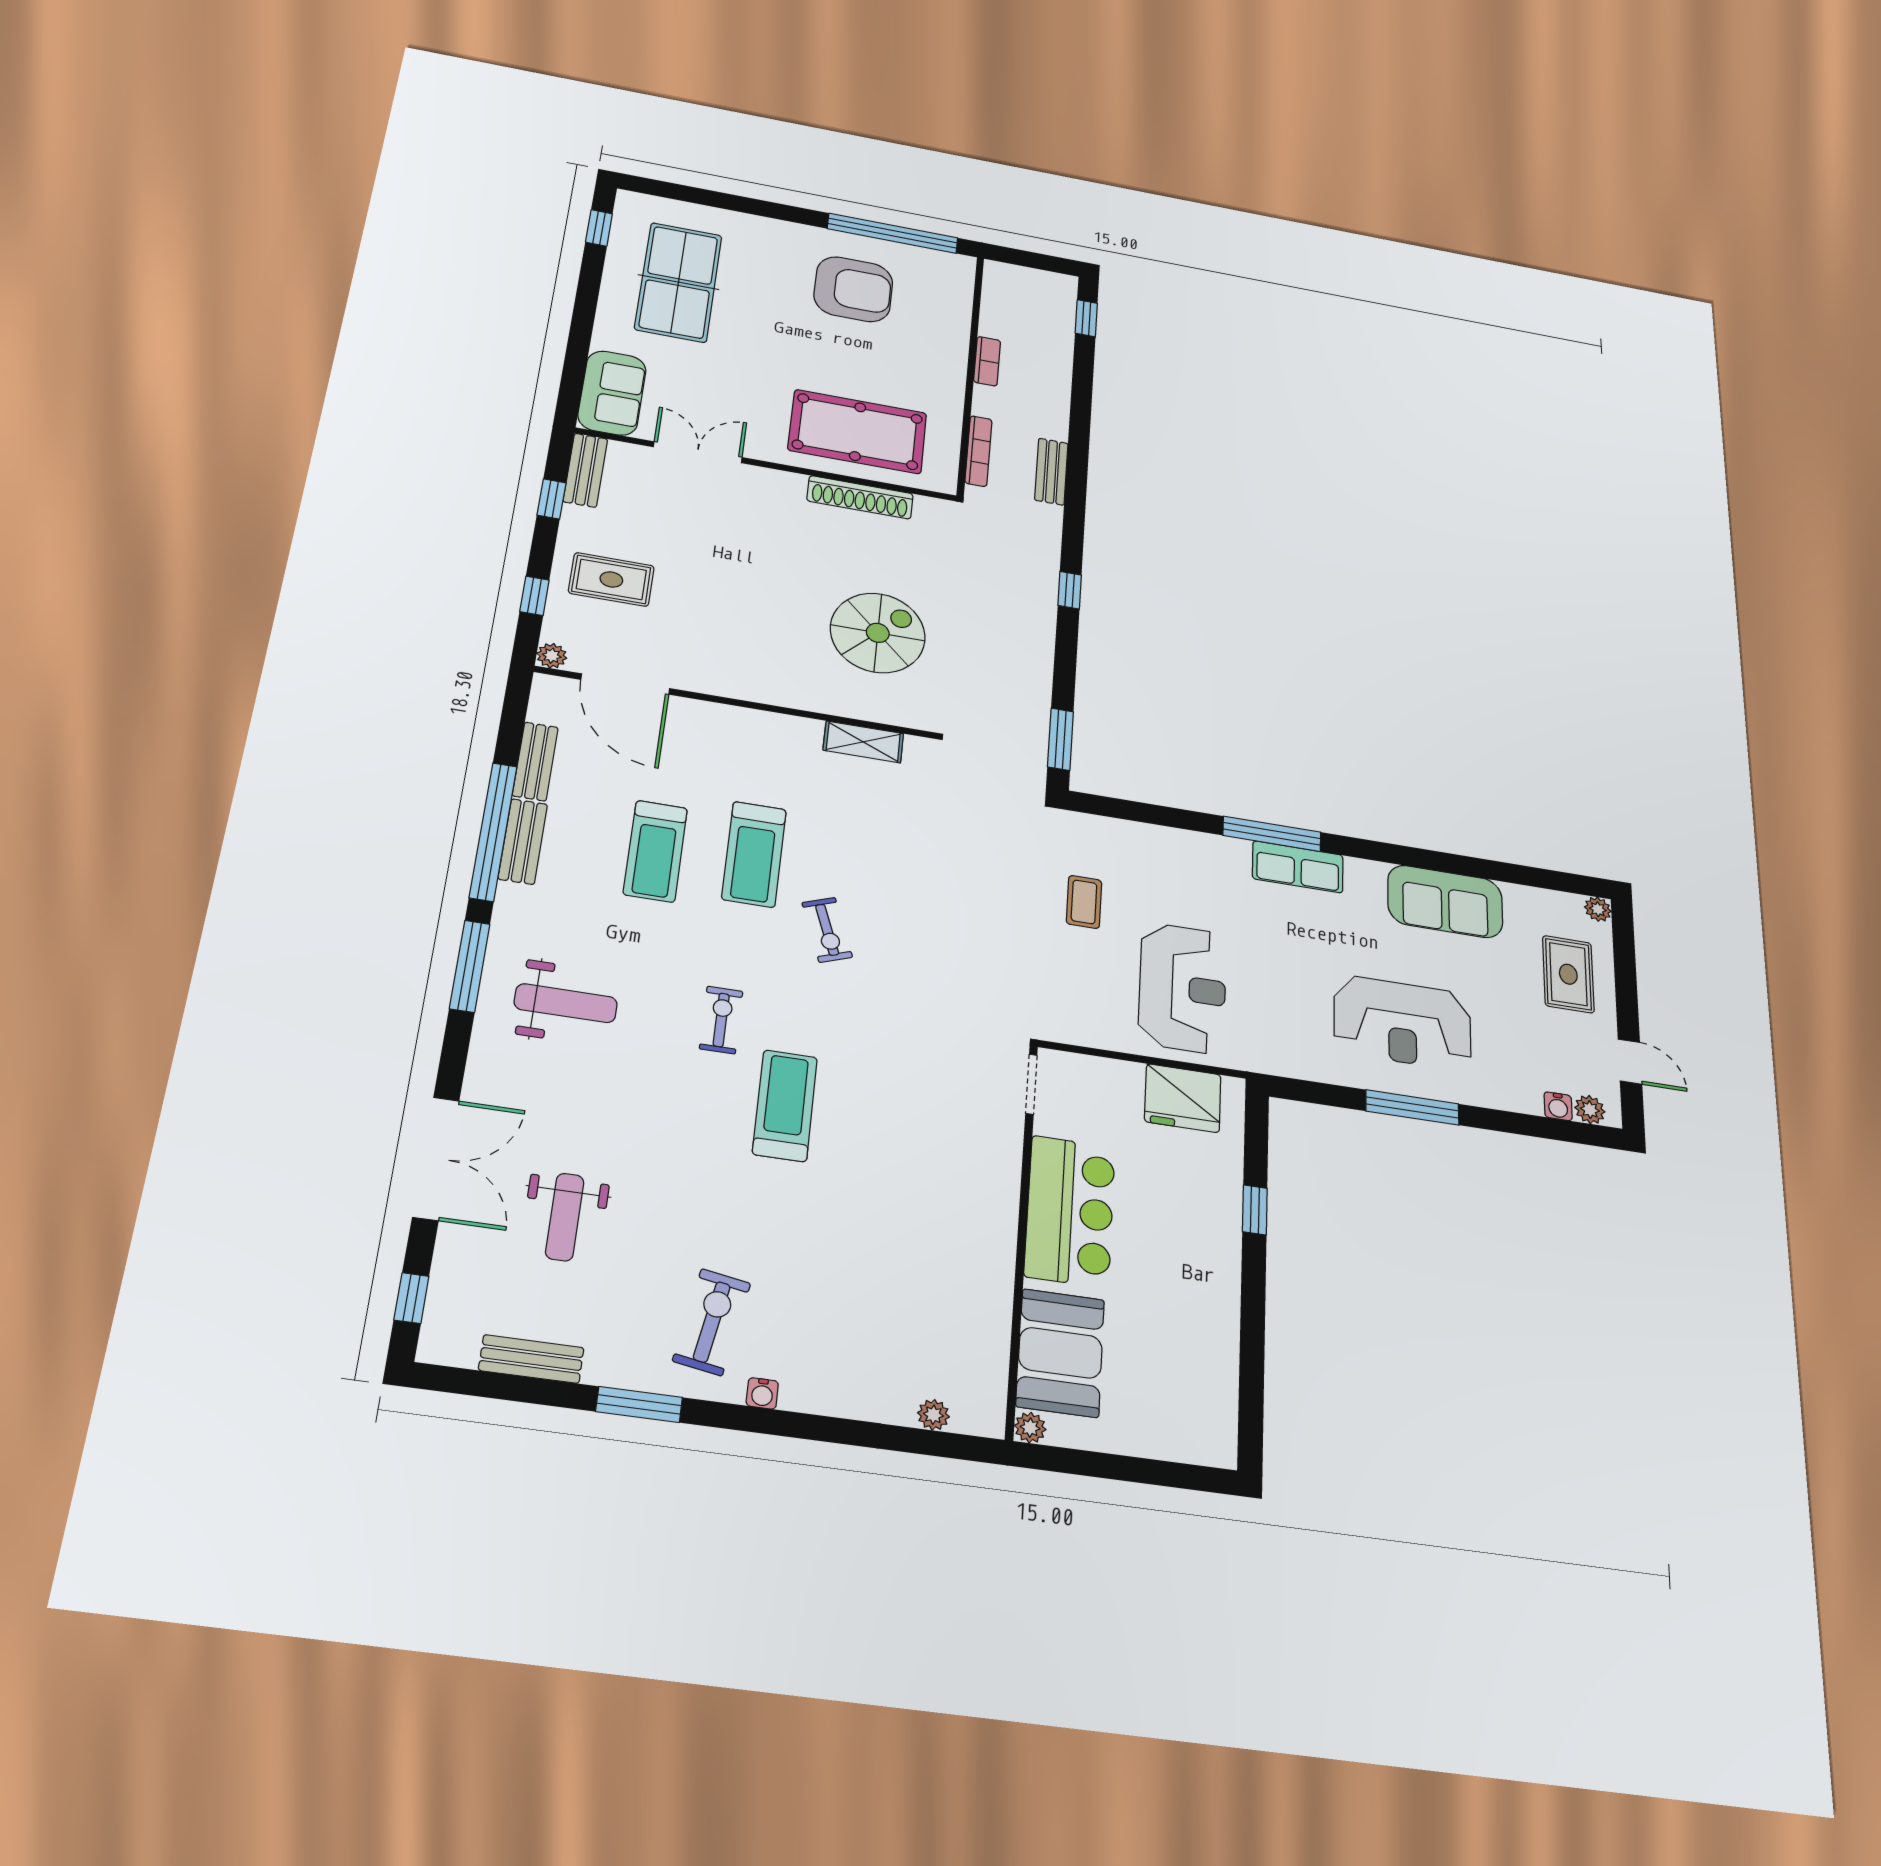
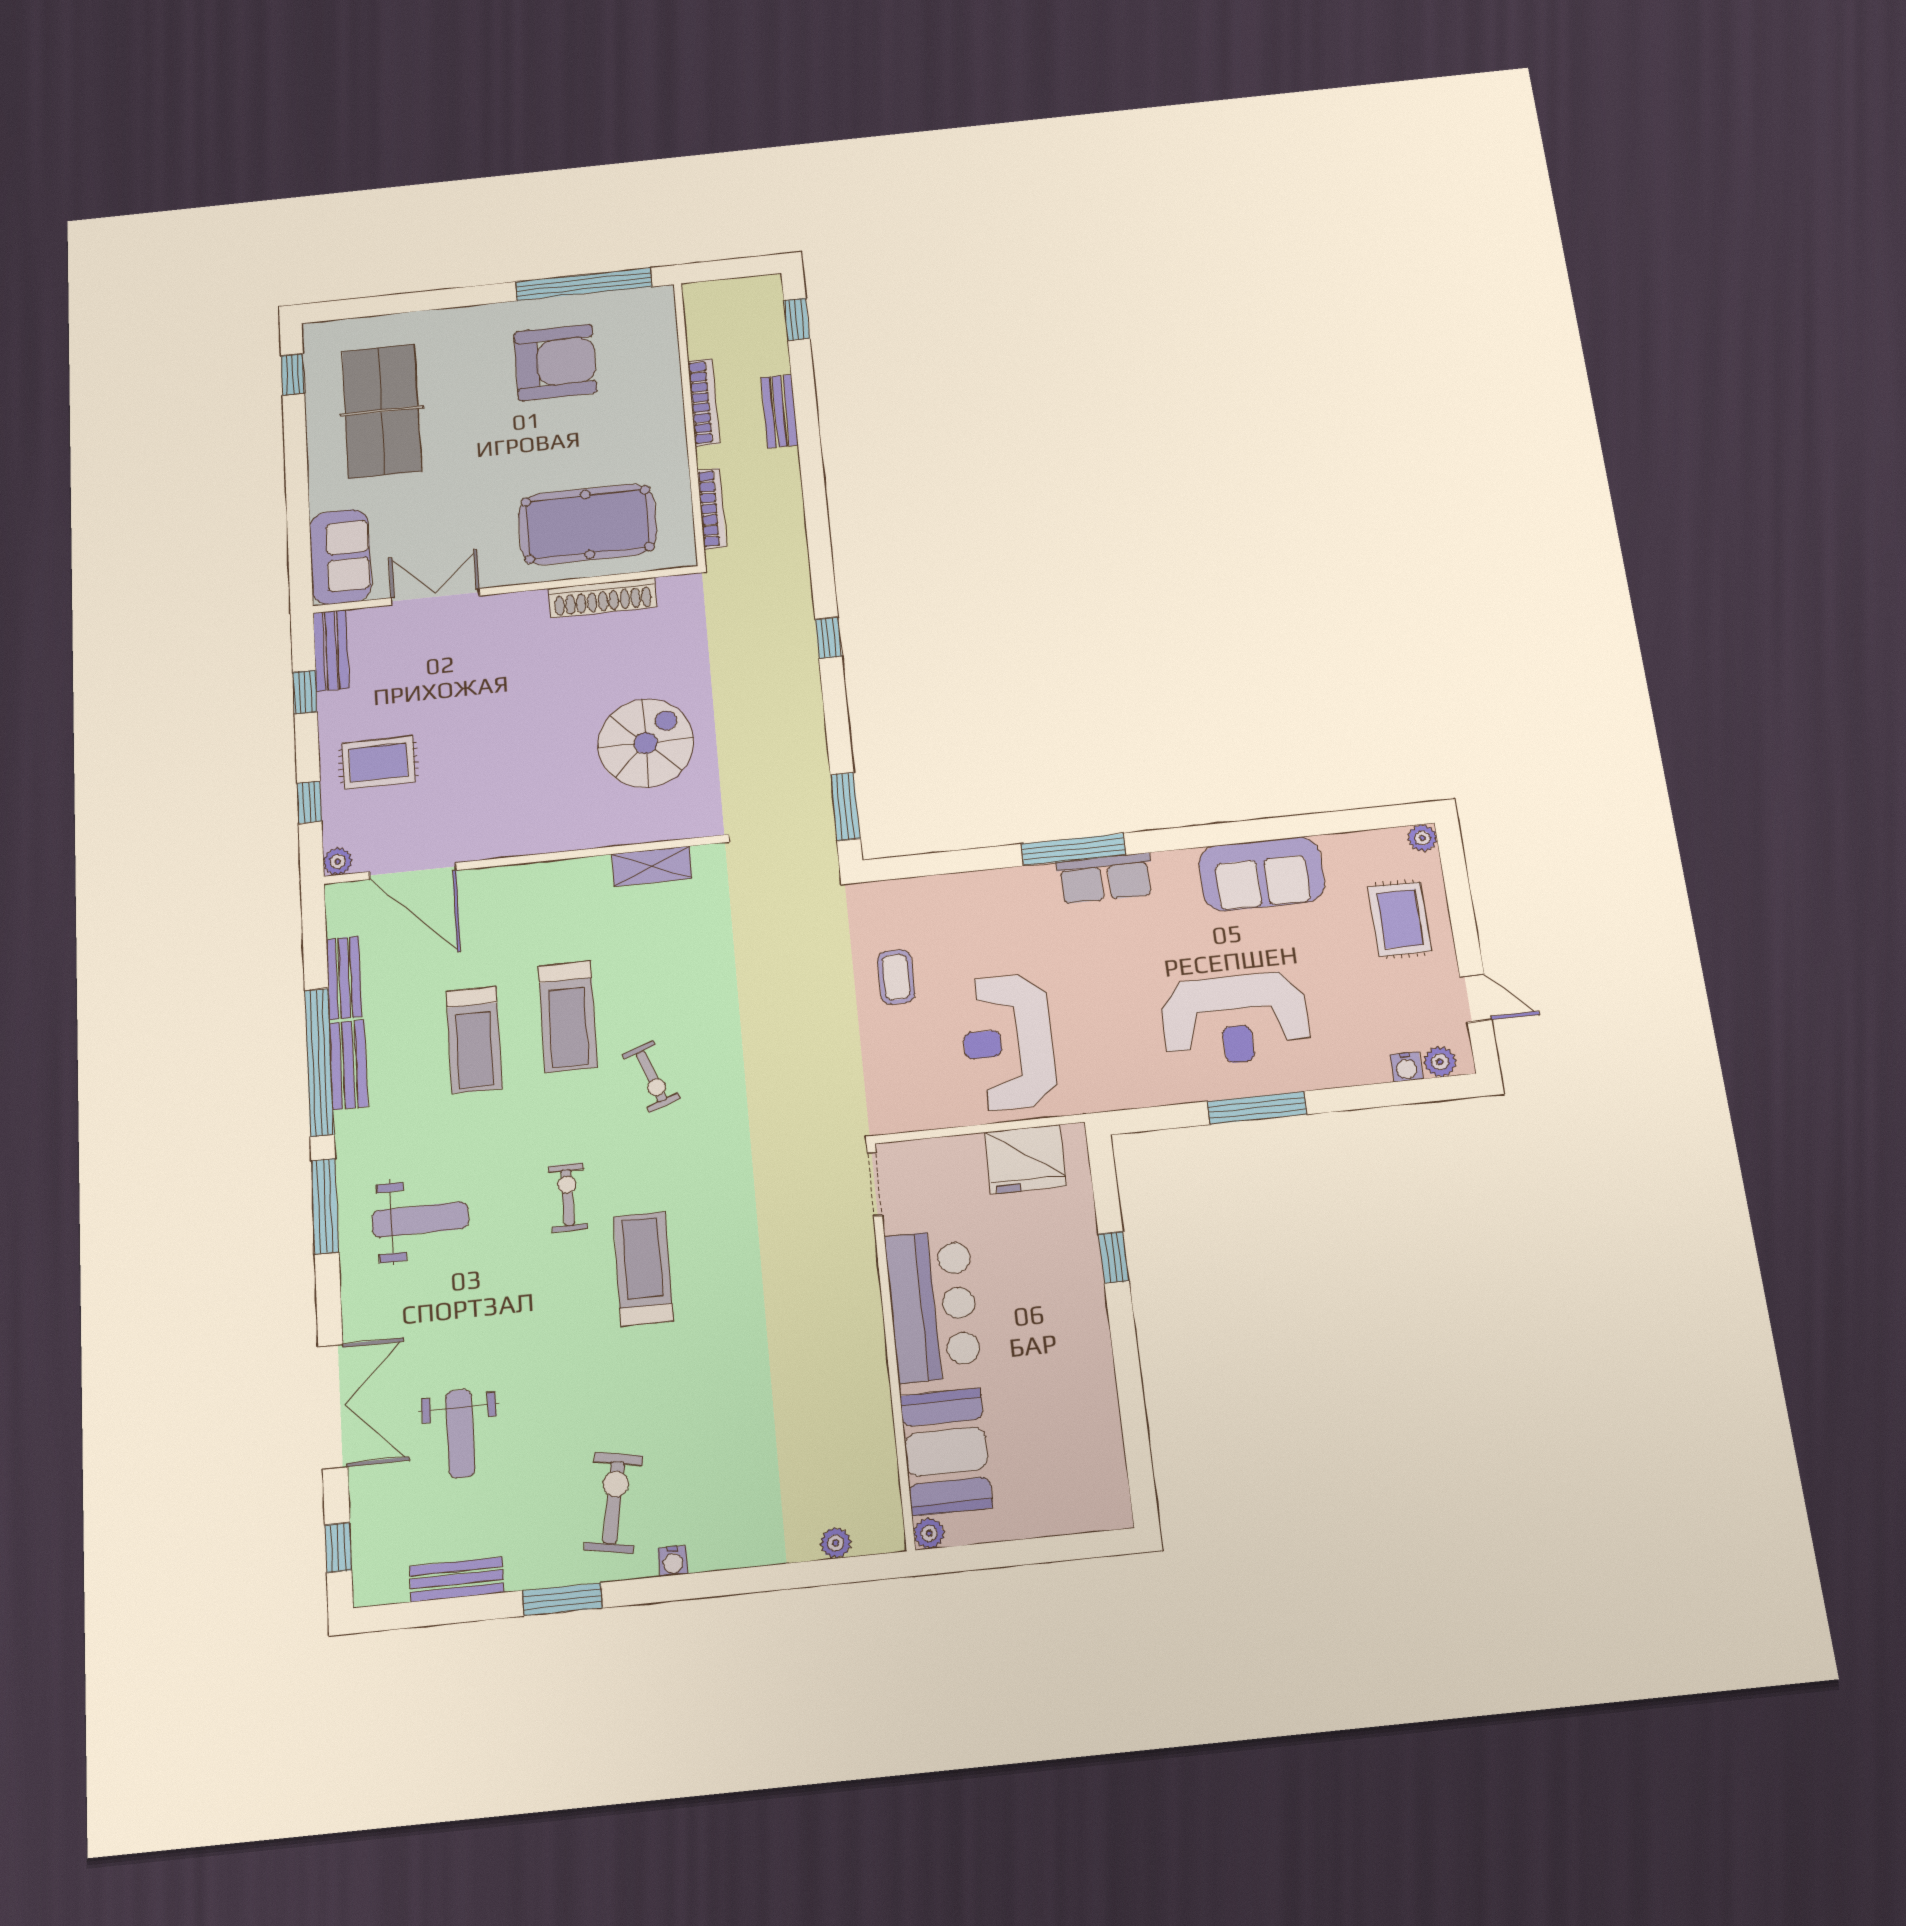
bookcase: (987, 361) -> (704, 402), width x1.56
bench: (1051, 472) -> (780, 411), moved
reception desk: (1183, 988) -> (1008, 1042), turned 180

